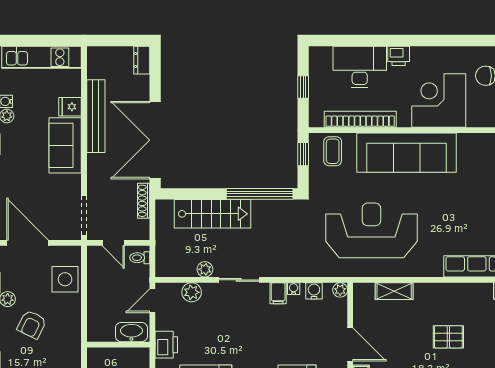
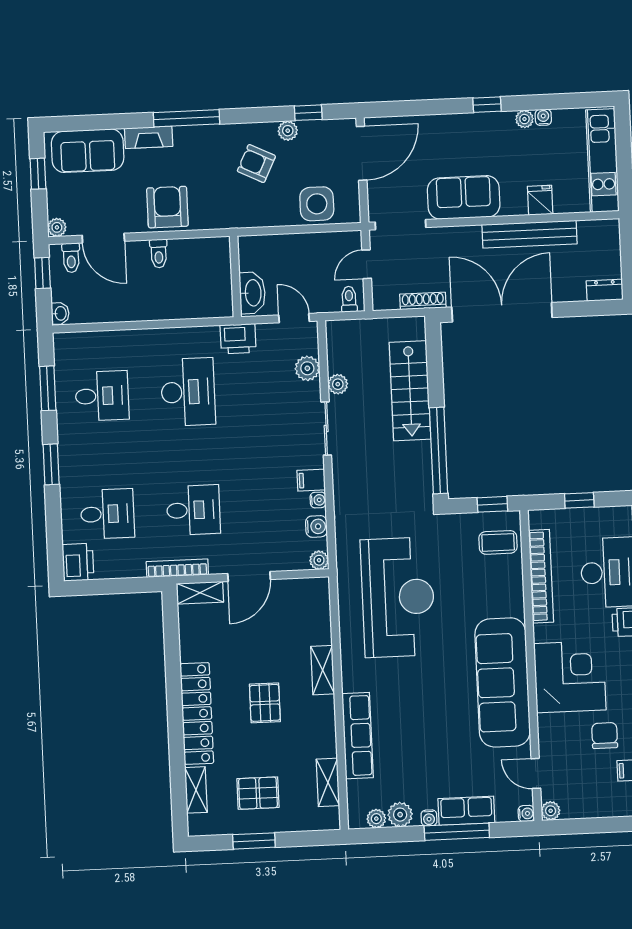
sofa: (65, 145) -> (464, 197), moved
sofa: (407, 153) -> (503, 682), moved
shelving: (394, 291) -> (323, 670), moved

